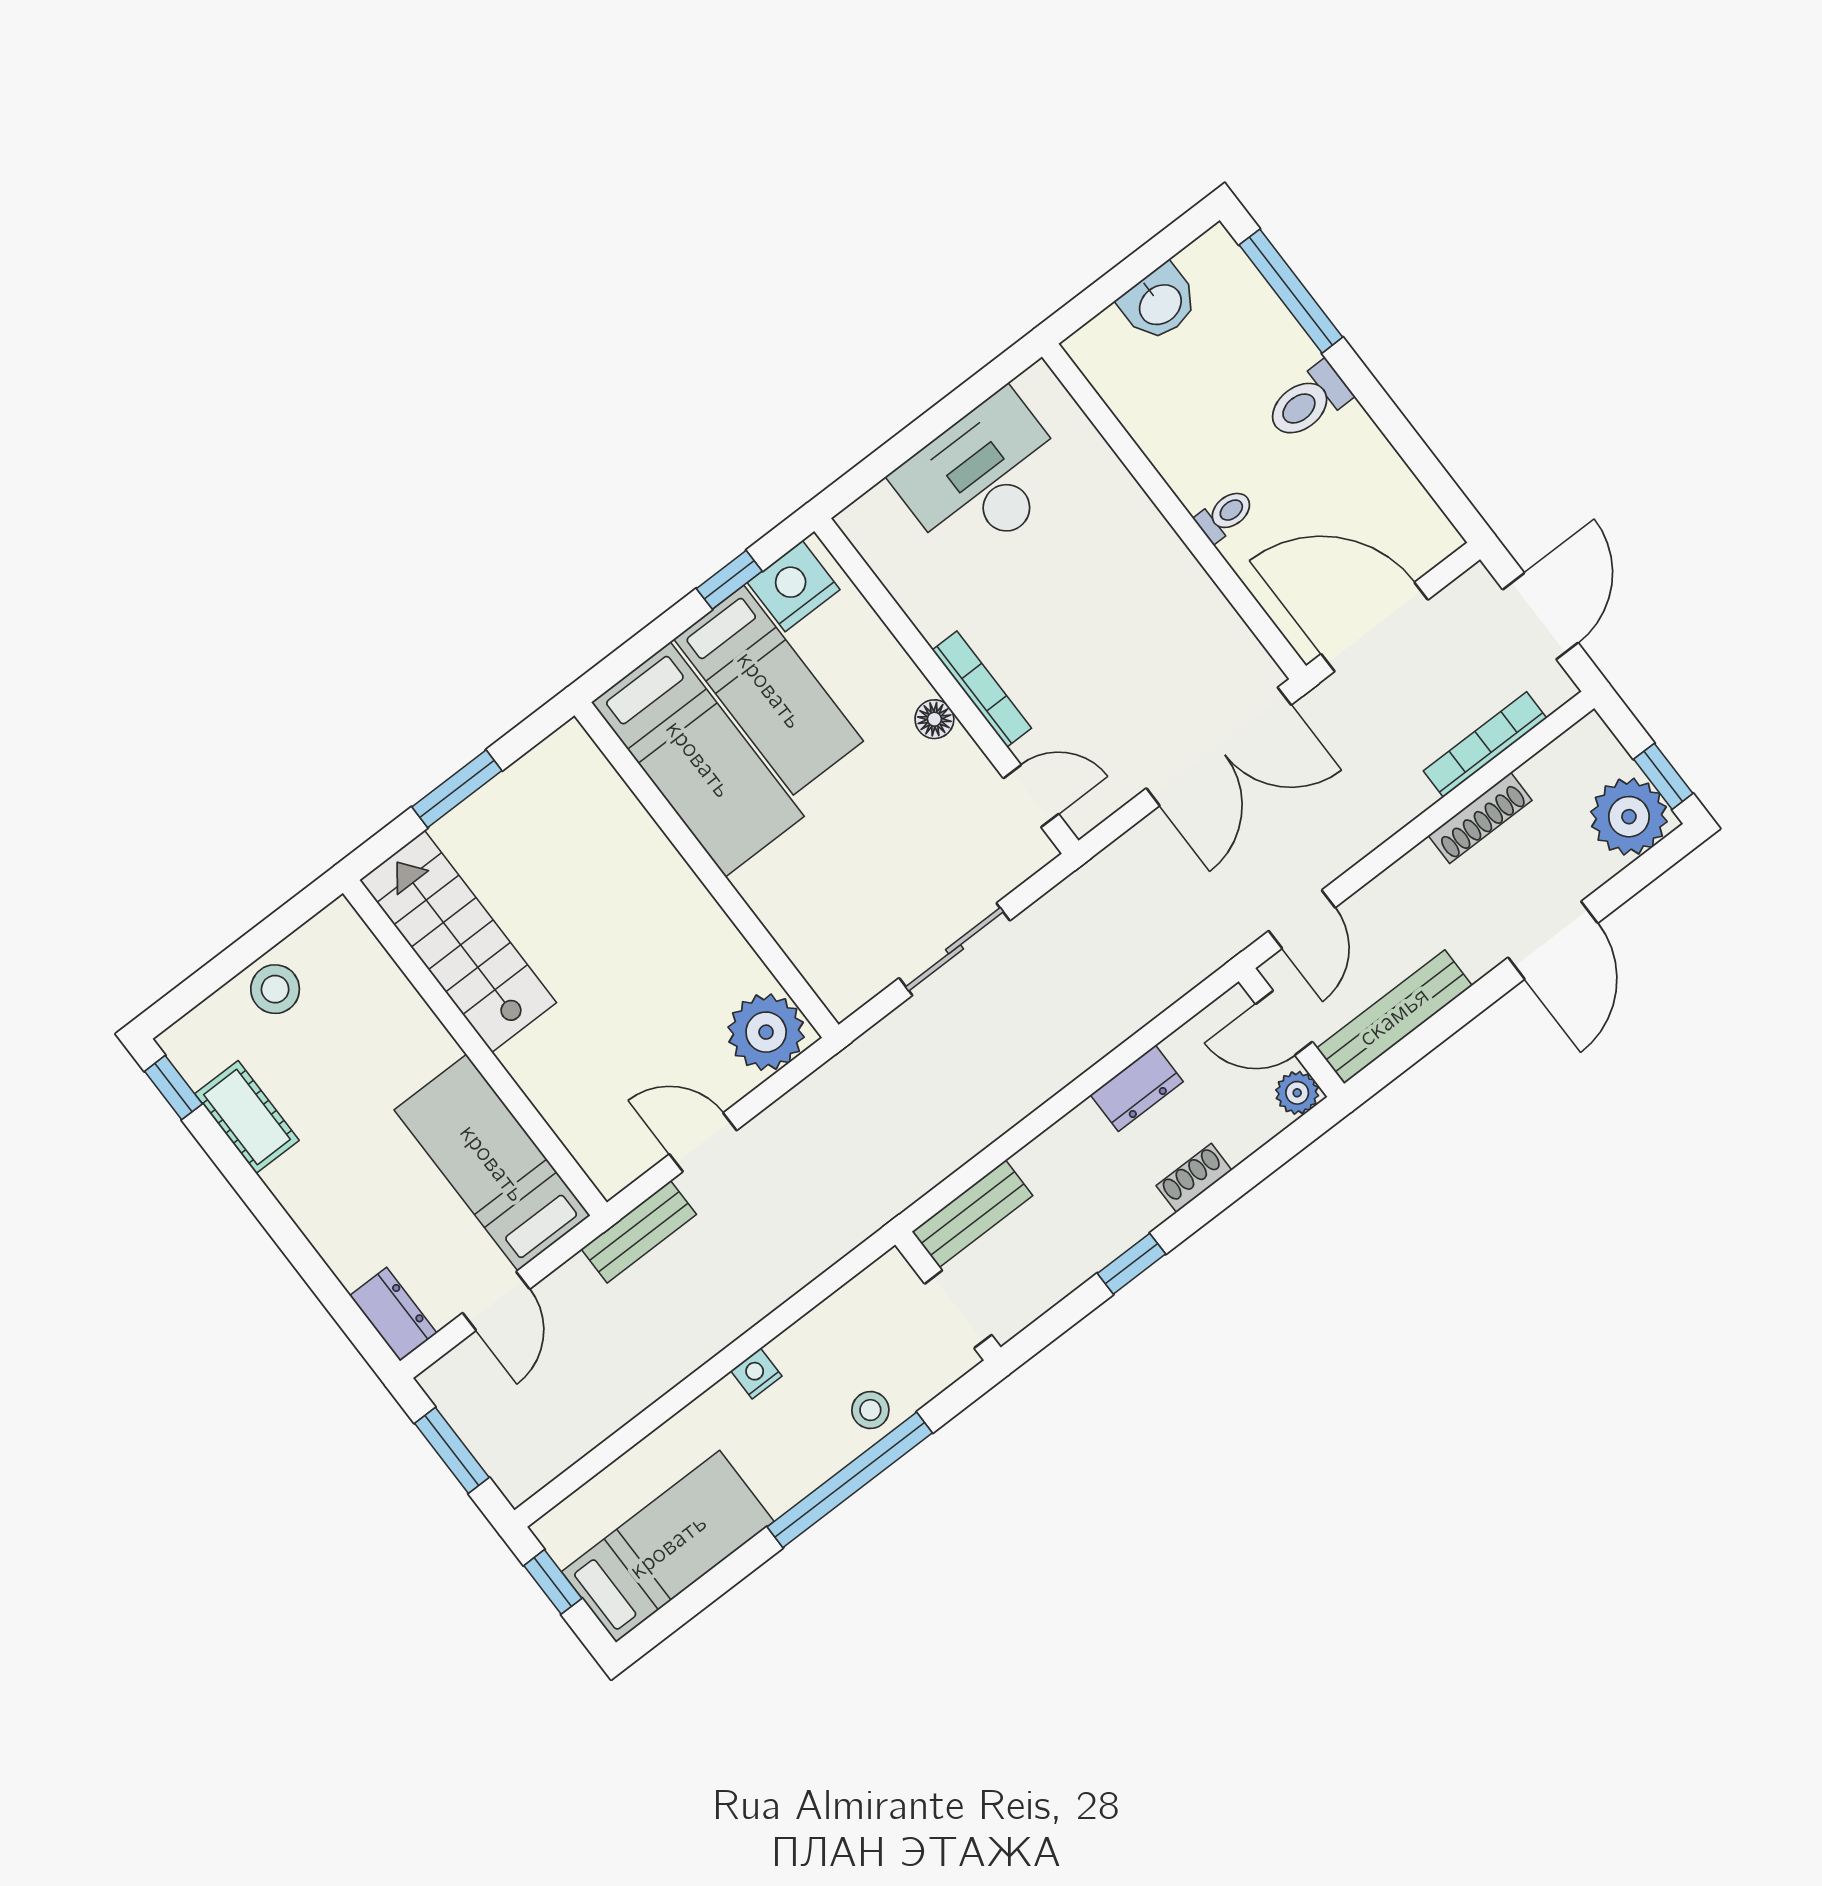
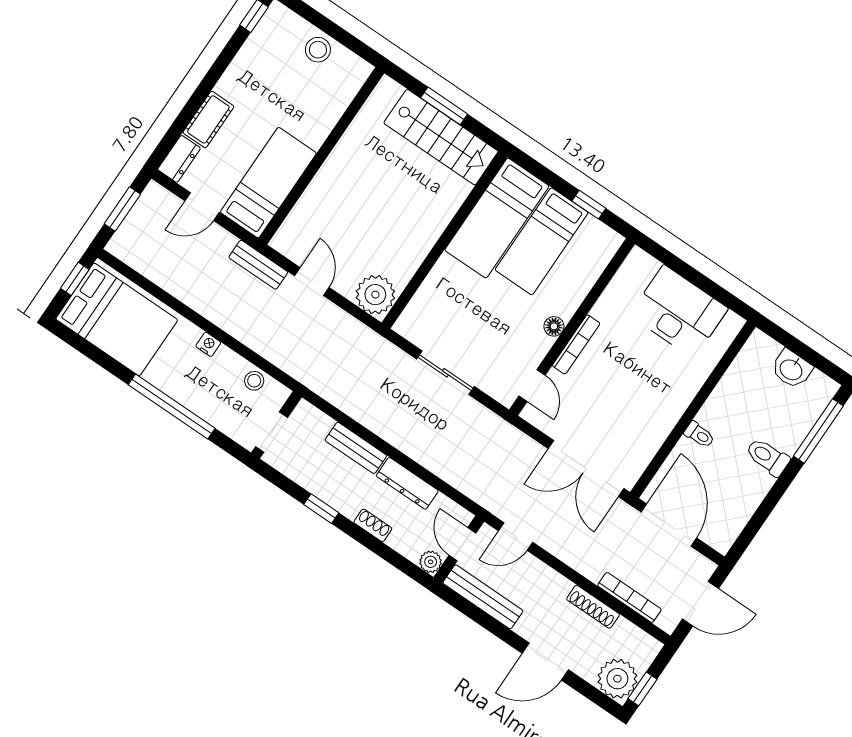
nightstand: (794, 586) -> (596, 237), removed
stairs: (458, 941) -> (441, 137), moved, turned 90
dresser: (1137, 1088) -> (407, 483), width x1.44
cot: (247, 1117) -> (208, 119), moved
bench: (972, 1214) -> (356, 448), moved
stool: (870, 1410) -> (254, 381), moved
bed: (668, 1547) -> (117, 319), width x1.50

